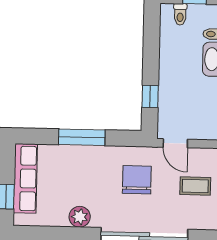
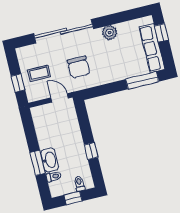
window: (150, 96) -> (91, 151), moved
window: (82, 137) -> (142, 80), moved

